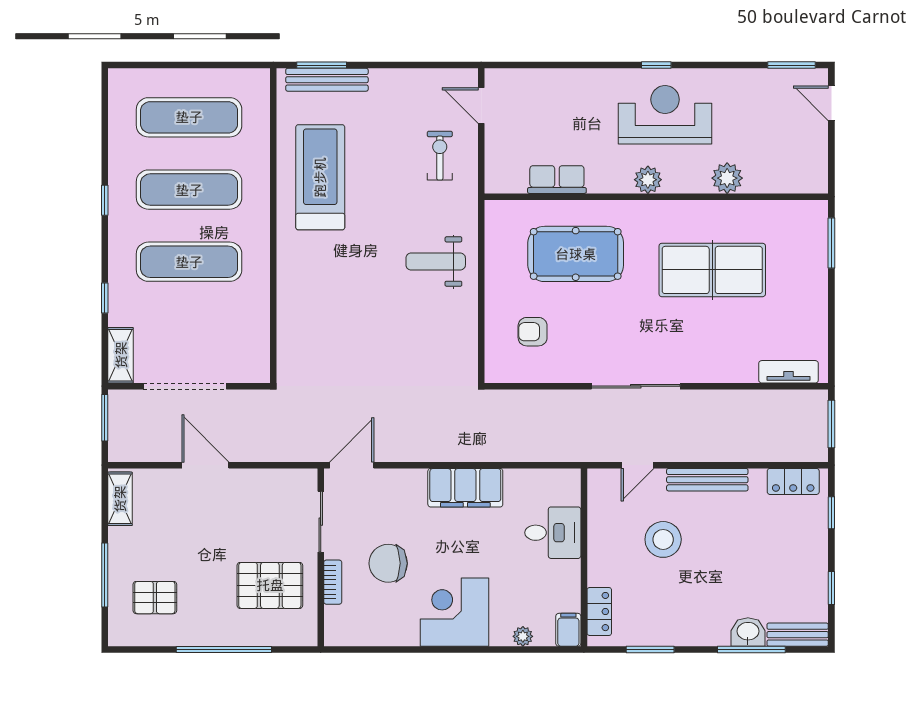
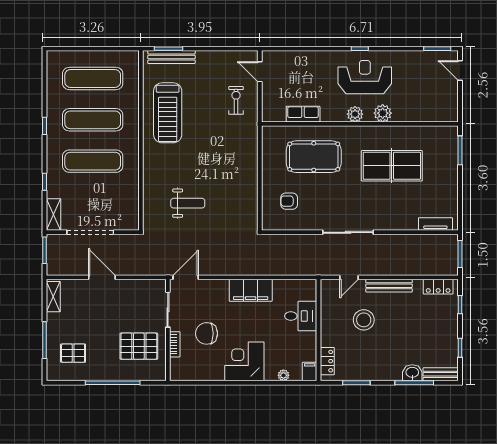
treadmill: (320, 177) -> (168, 113), turned 180
plant: (727, 178) -> (383, 113), moved
weight bench: (436, 262) -> (188, 203), moved, turned 180

